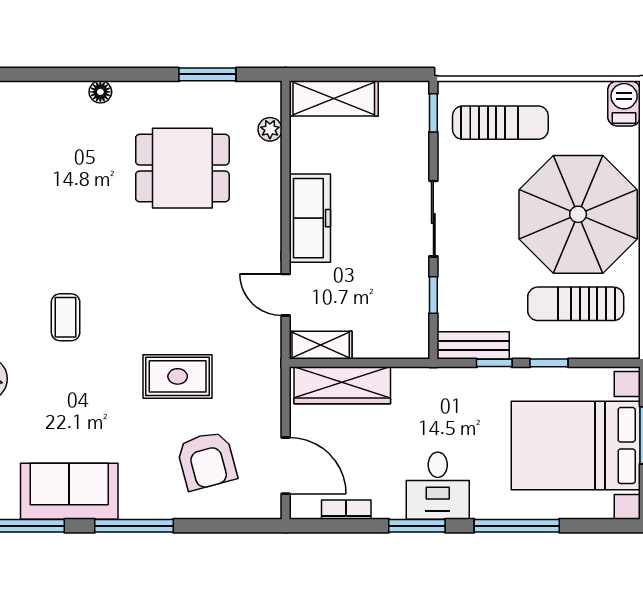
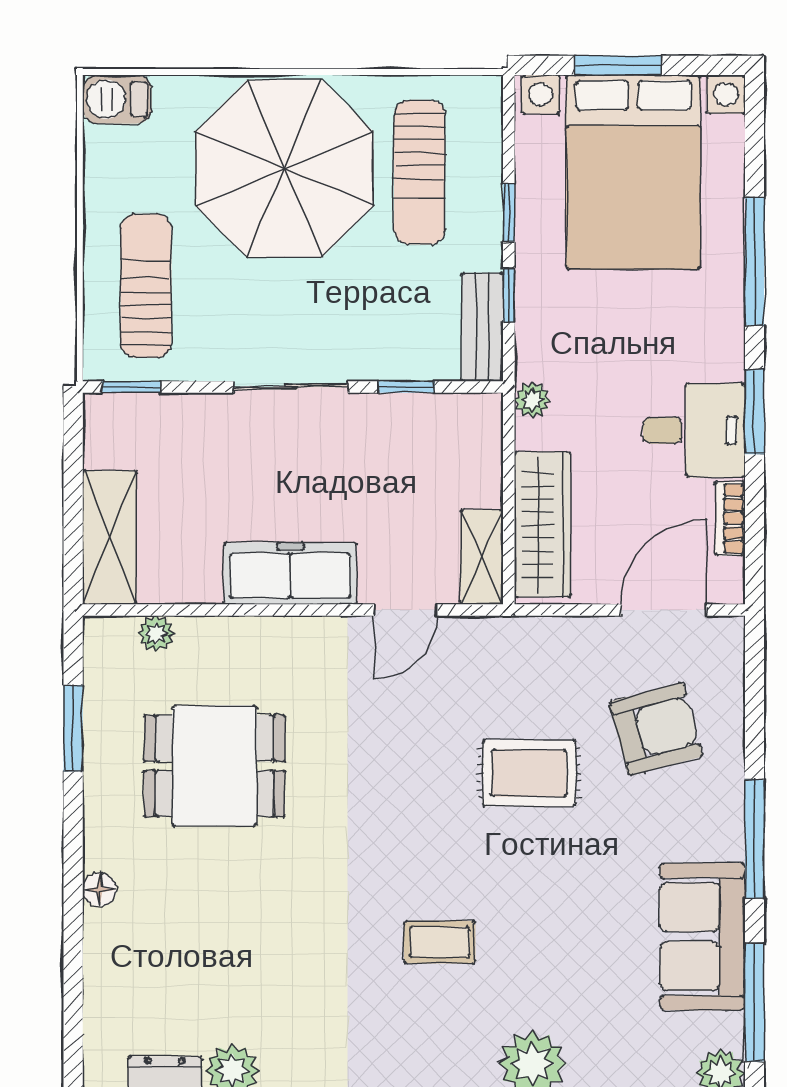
dining table: (182, 168) -> (215, 766), turned 90
rug: (178, 376) -> (529, 773), turned 90
plant: (425, 379) -> (532, 400), added
desk: (438, 486) -> (694, 430), moved

